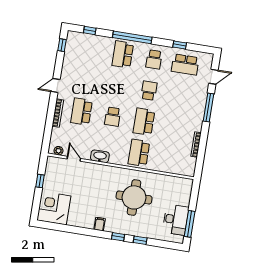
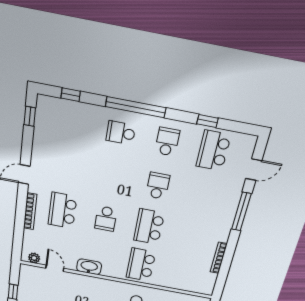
school desk: (123, 54) -> (121, 133), width x0.54
school desk: (154, 59) -> (167, 142), turned 180
school desk: (185, 65) -> (213, 151), turned 90

